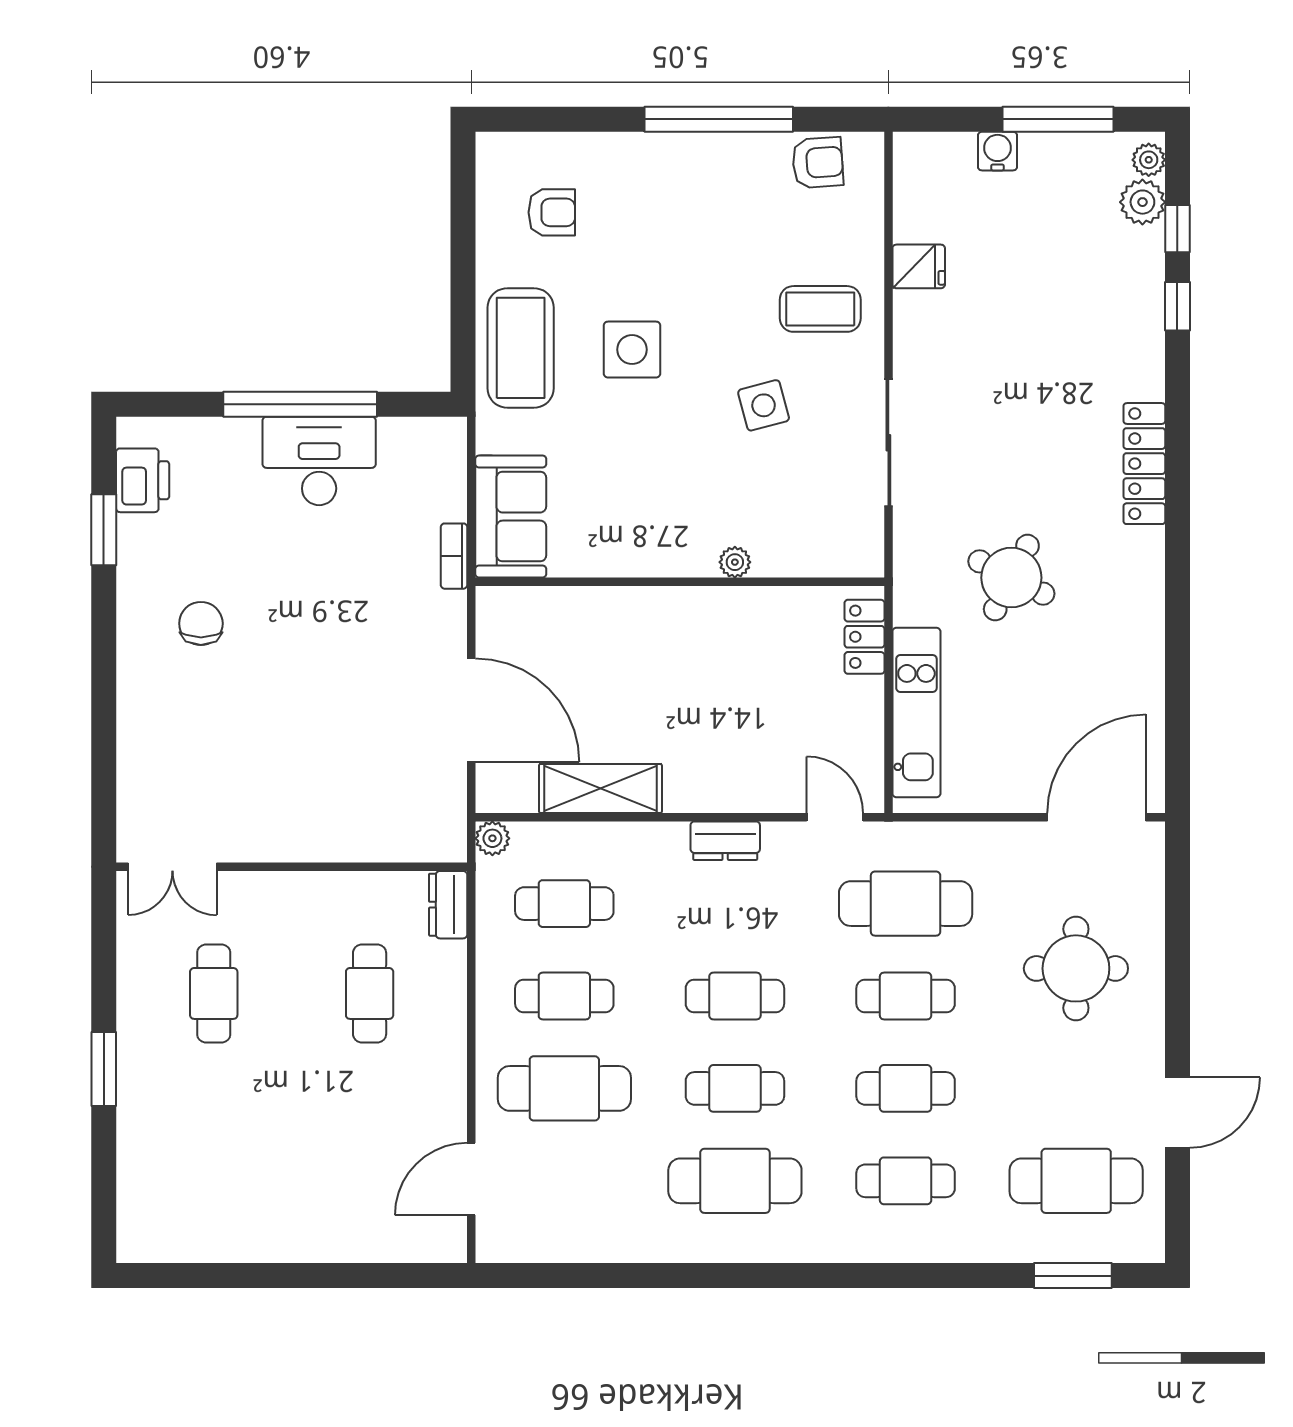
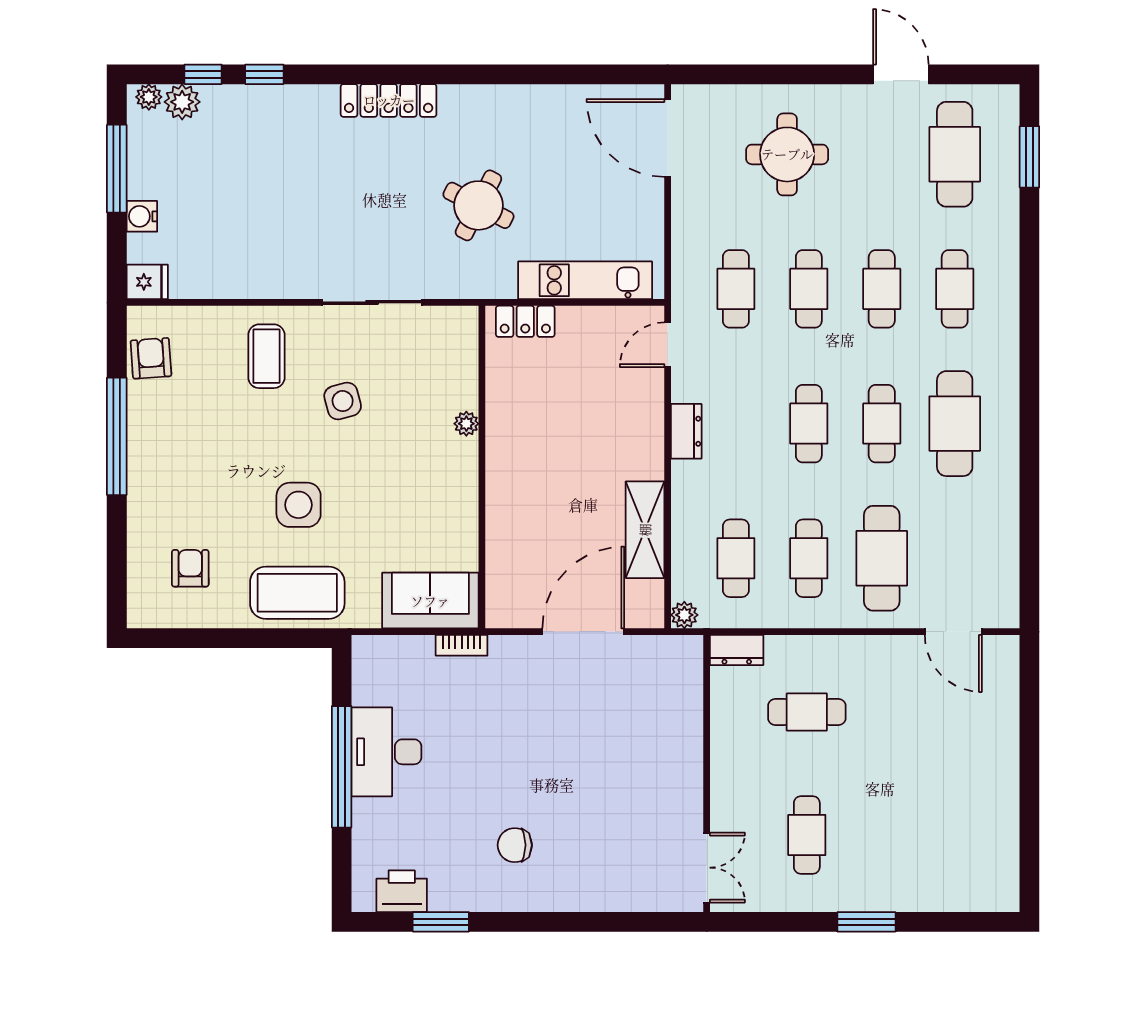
fridge: (919, 266) -> (147, 282), moved, turned 90
cafe table: (906, 904) -> (736, 289), width x0.73, depth x0.74
cafe table: (214, 993) -> (807, 835), turned 90

